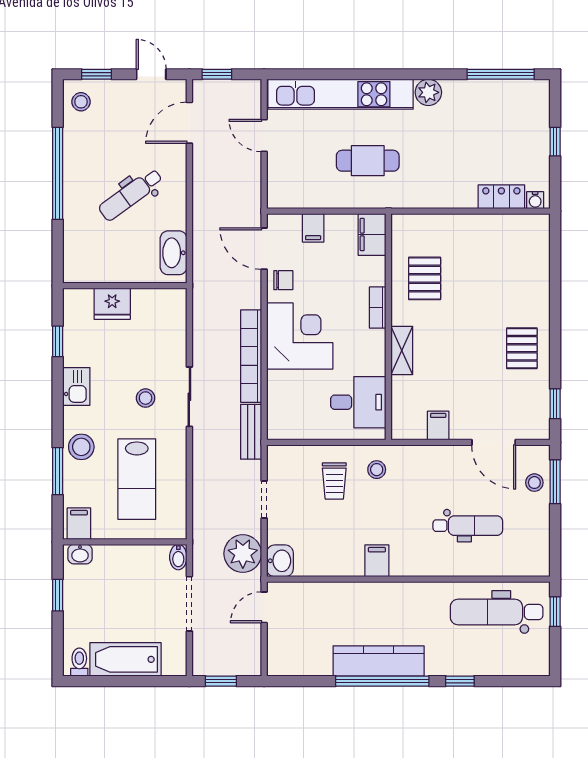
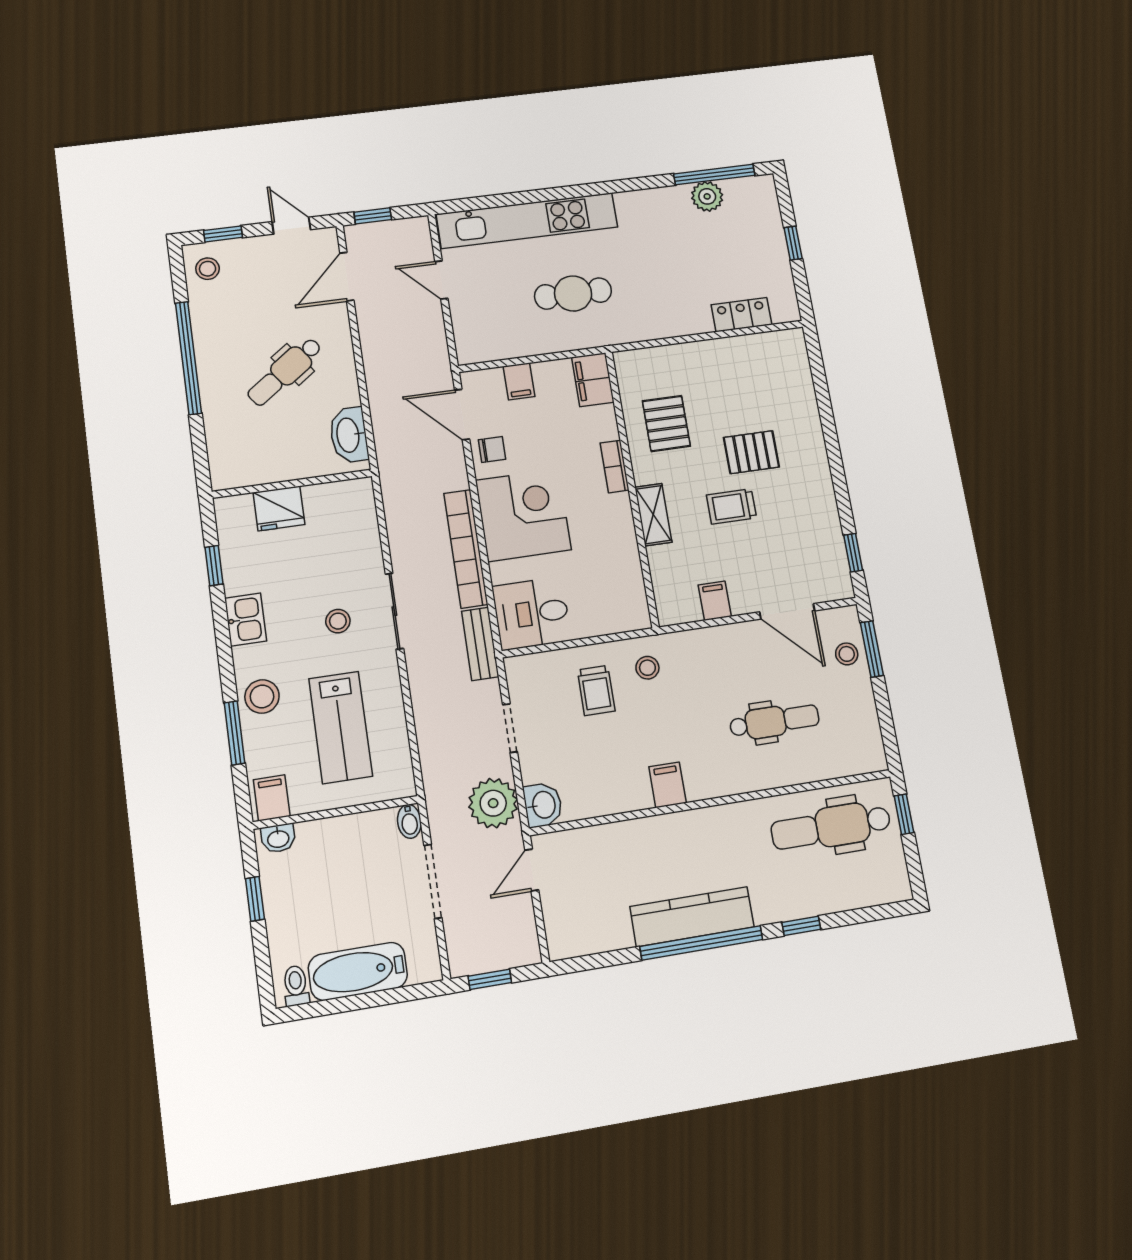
plant: (428, 92) -> (707, 196), moved
water cooler: (535, 200) -> (782, 313), removed
pallet: (522, 348) -> (751, 452), moved, turned 90
trolley: (465, 353) -> (731, 506), added
desk: (358, 402) -> (532, 613), moved, turned 180

